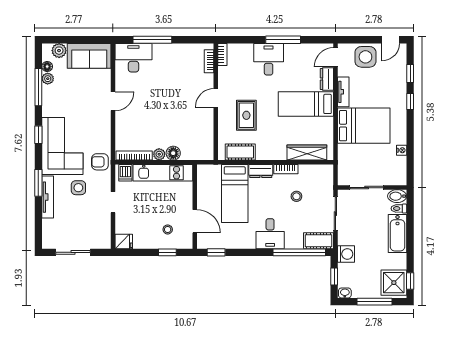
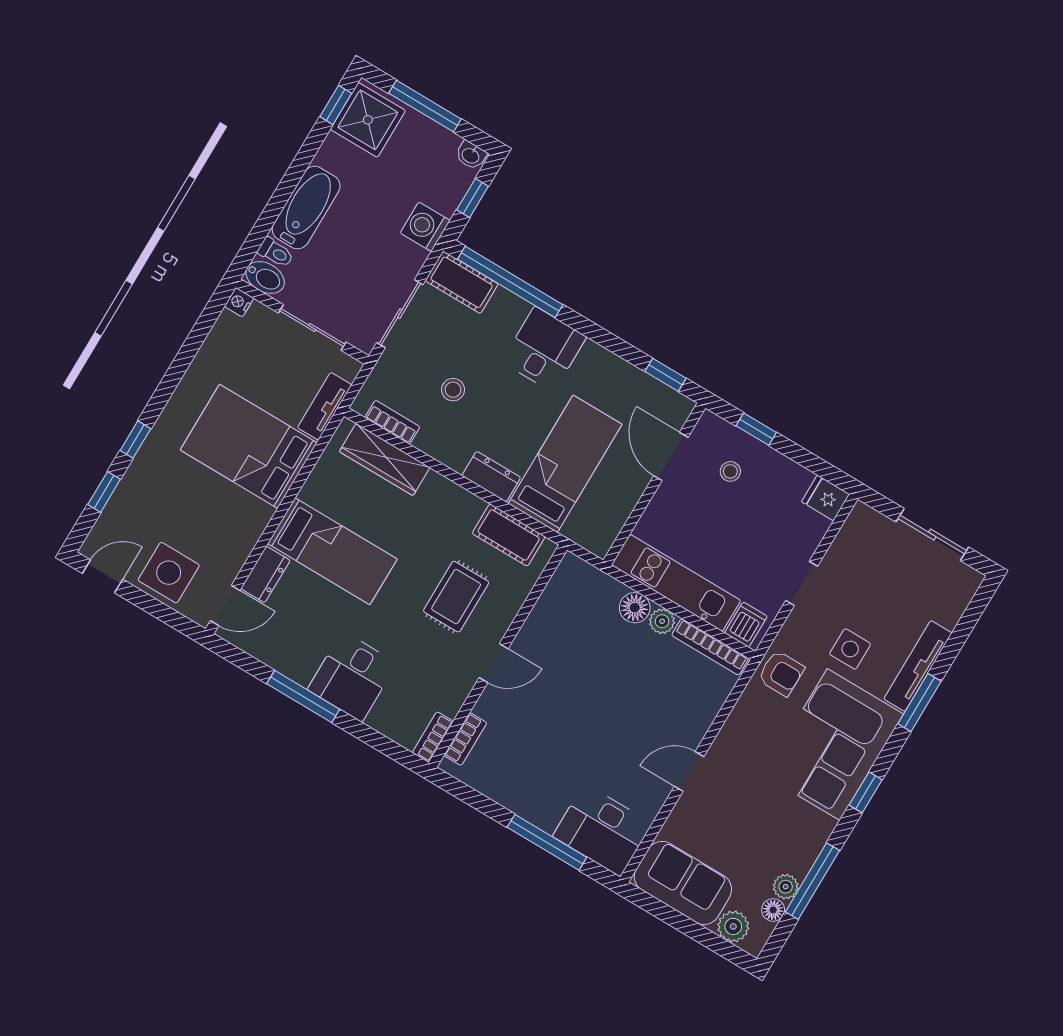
tv unit: (343, 92) -> (325, 406), moved
nightstand: (402, 150) -> (239, 302), moved
bookcase: (286, 169) -> (392, 422), moved

